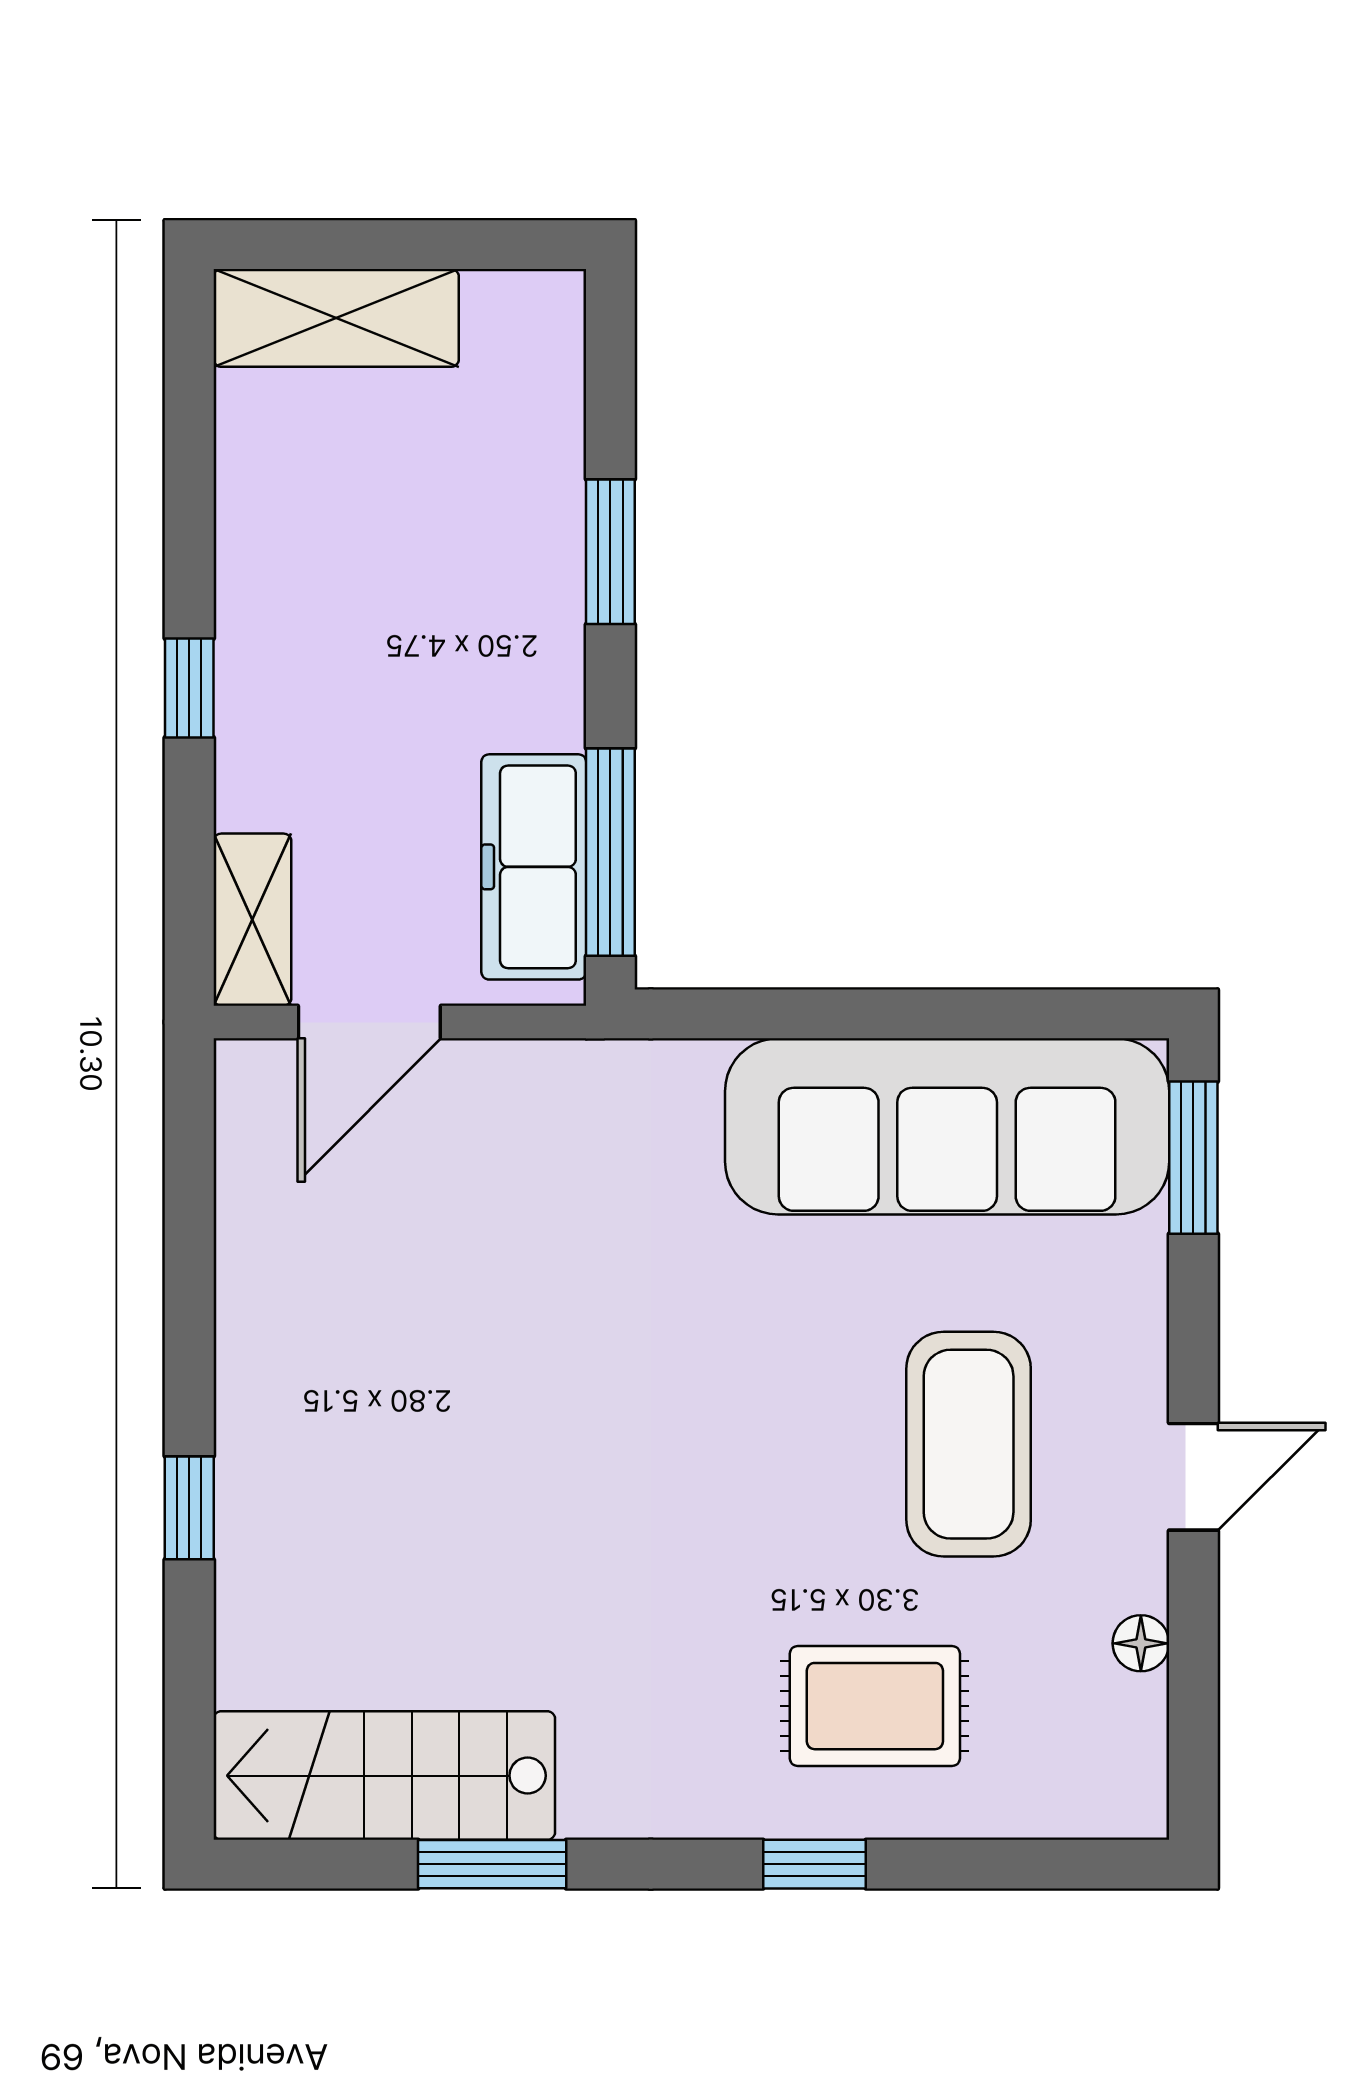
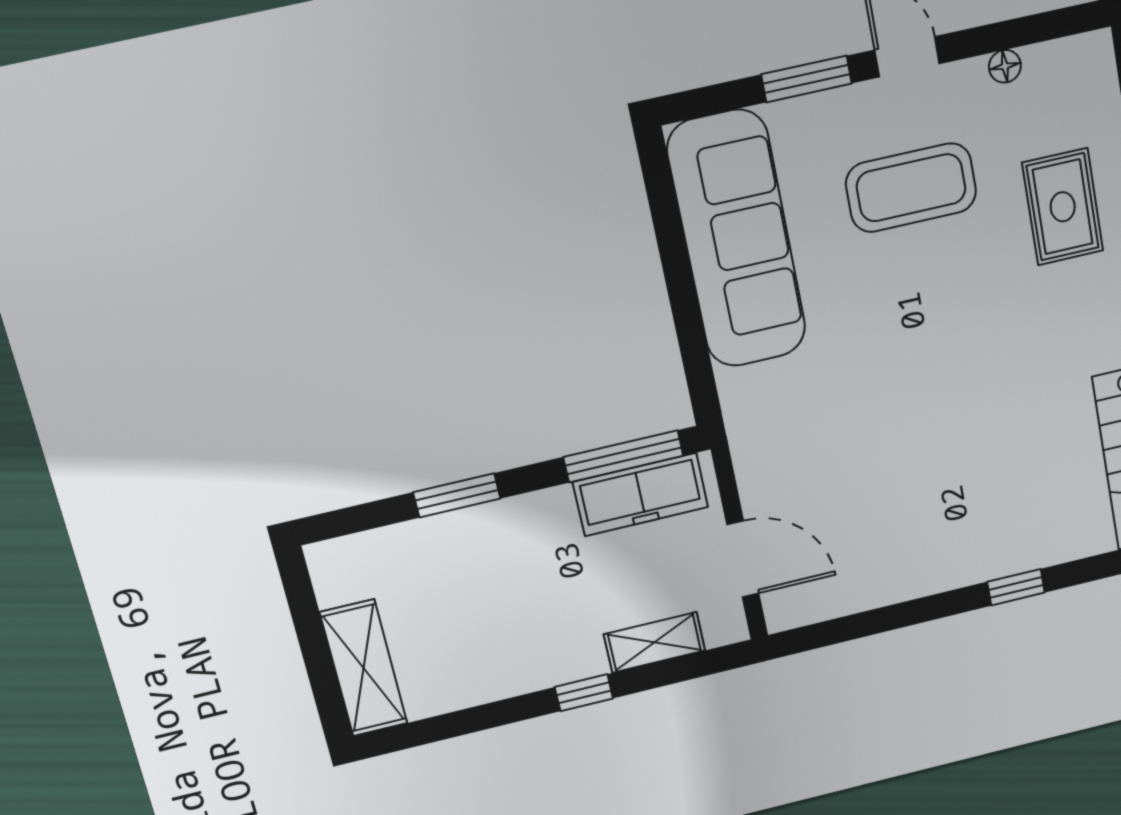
shelving: (252, 920) -> (654, 642), moved
window: (1193, 1158) -> (807, 79), moved

